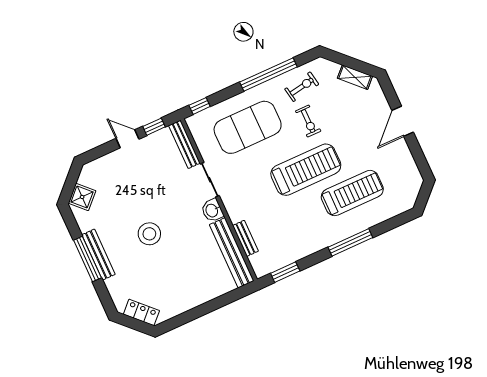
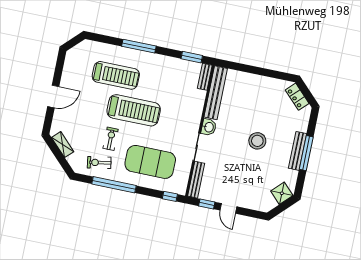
treadmill: (306, 170) -> (134, 110), turned 180
treadmill: (352, 193) -> (116, 75), turned 180
bench: (245, 238) -> (205, 77), moved

